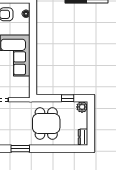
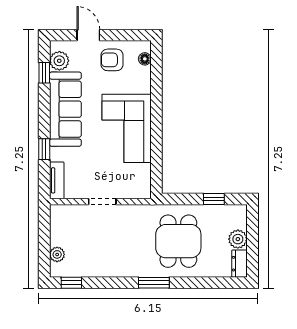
plant: (82, 107) -> (238, 239), moved
window: (20, 149) -> (154, 283), moved

